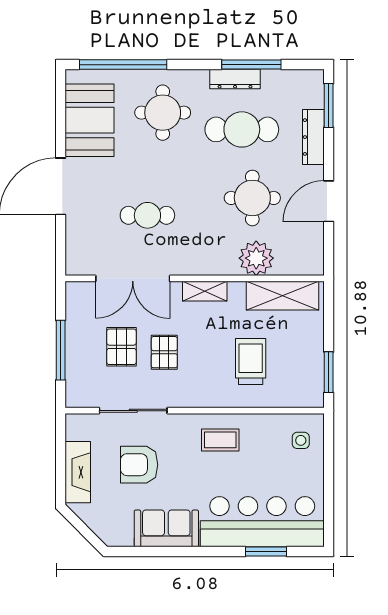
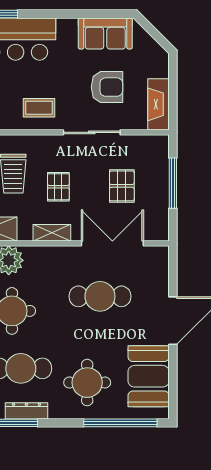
cafe table: (147, 215) -> (100, 296), width x1.37, depth x1.35
pallet: (164, 352) -> (58, 187), moved
sliding door: (133, 411) -> (92, 132), moved
fireplace: (78, 472) -> (158, 104), moved
sofa: (166, 528) -> (105, 33), moved

